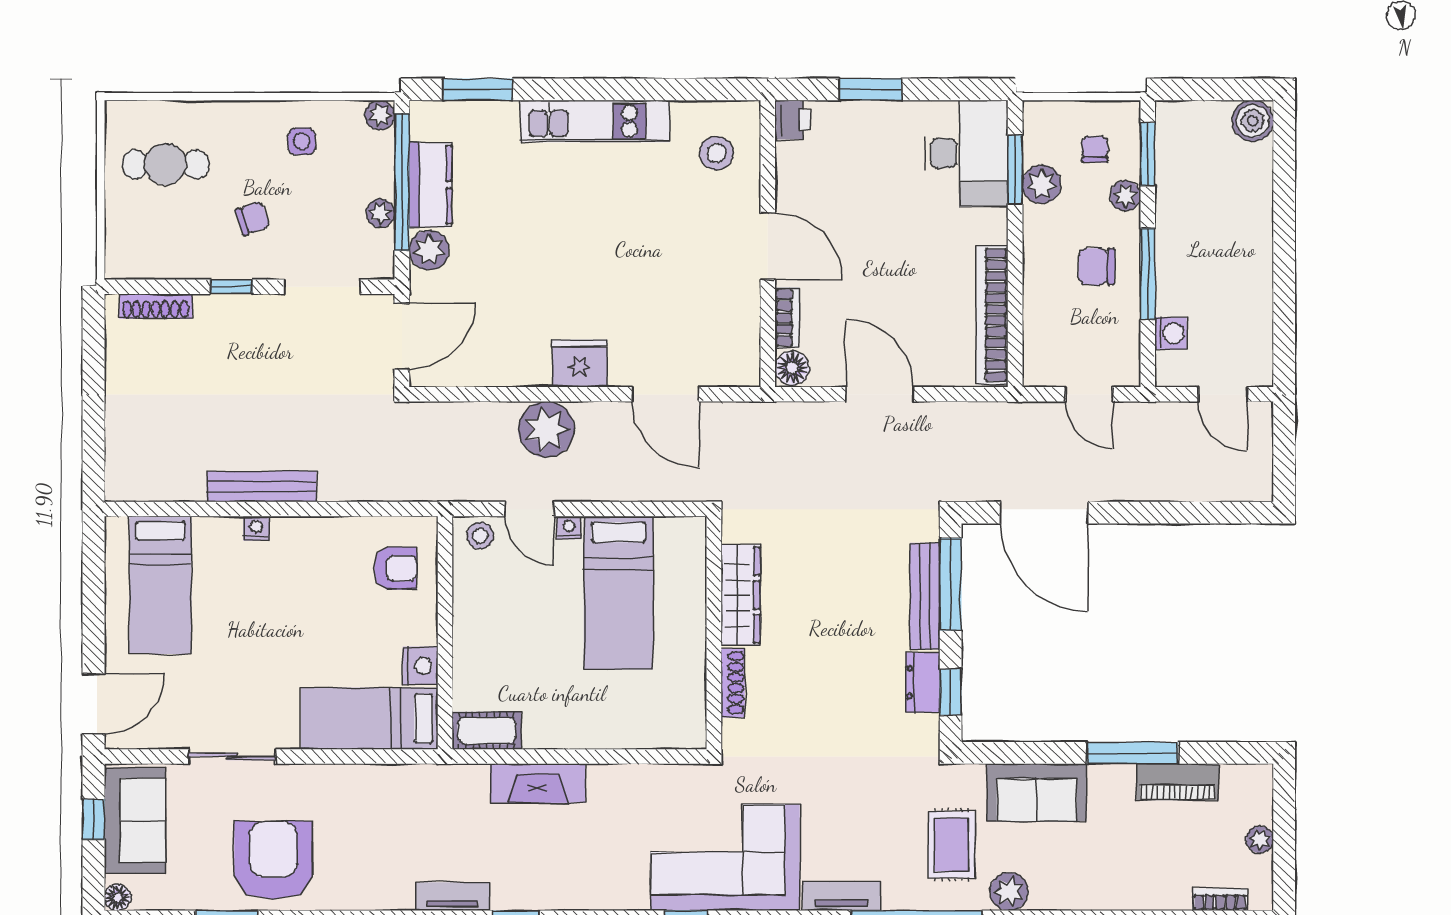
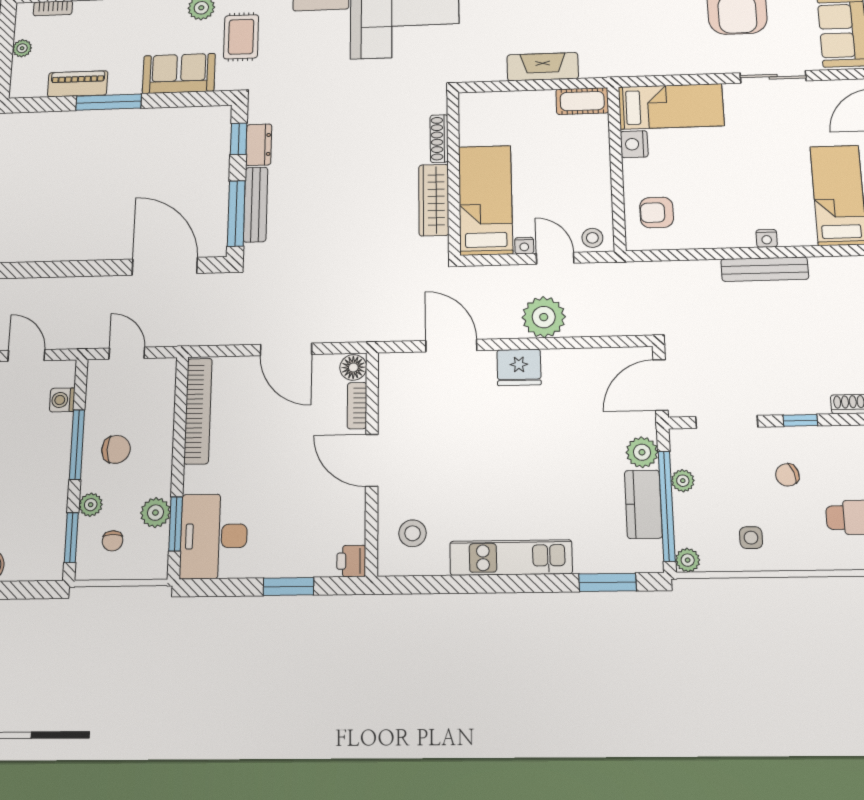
wardrobe: (741, 595) -> (434, 200), moved
wall: (714, 633) -> (454, 173), moved
shoe rack: (733, 683) -> (439, 139), moved

